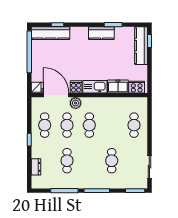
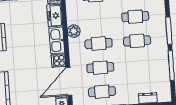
plant: (76, 103) -> (74, 31), moved
cafe table: (67, 161) -> (137, 41), moved

